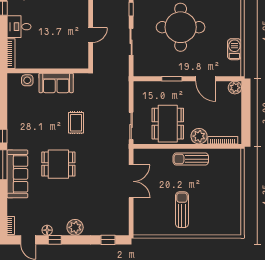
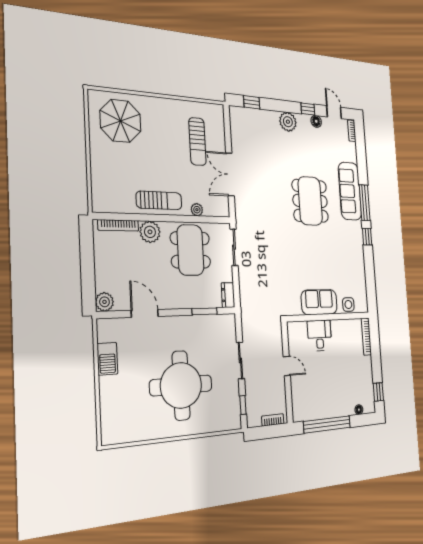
desk: (19, 27) -> (320, 335), moved, turned -90
door: (91, 35) -> (287, 366), swing flipped
window: (172, 79) -> (205, 311), moved
dresser: (139, 90) -> (228, 295), added
rug: (76, 123) -> (295, 252), removed
plant: (161, 153) -> (197, 210), added
dining table: (58, 164) -> (310, 201), width x1.38
sun lounger: (182, 210) -> (197, 142), moved
parasol: (218, 215) -> (120, 121), added

